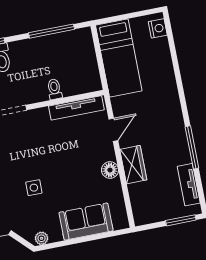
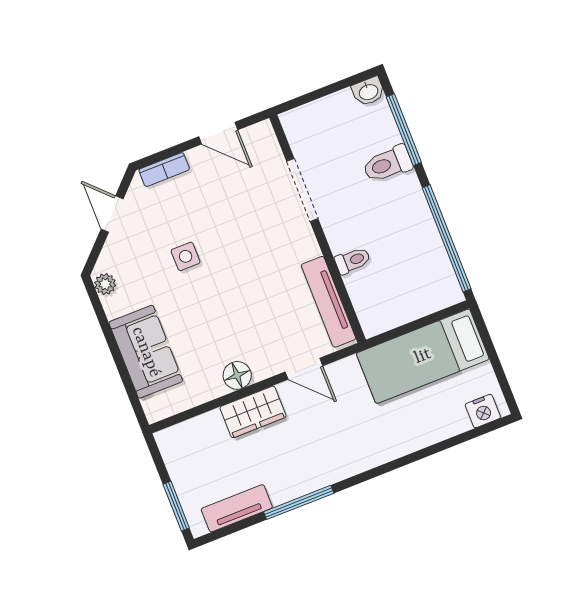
window: (52, 31) -> (447, 238), width x1.46

